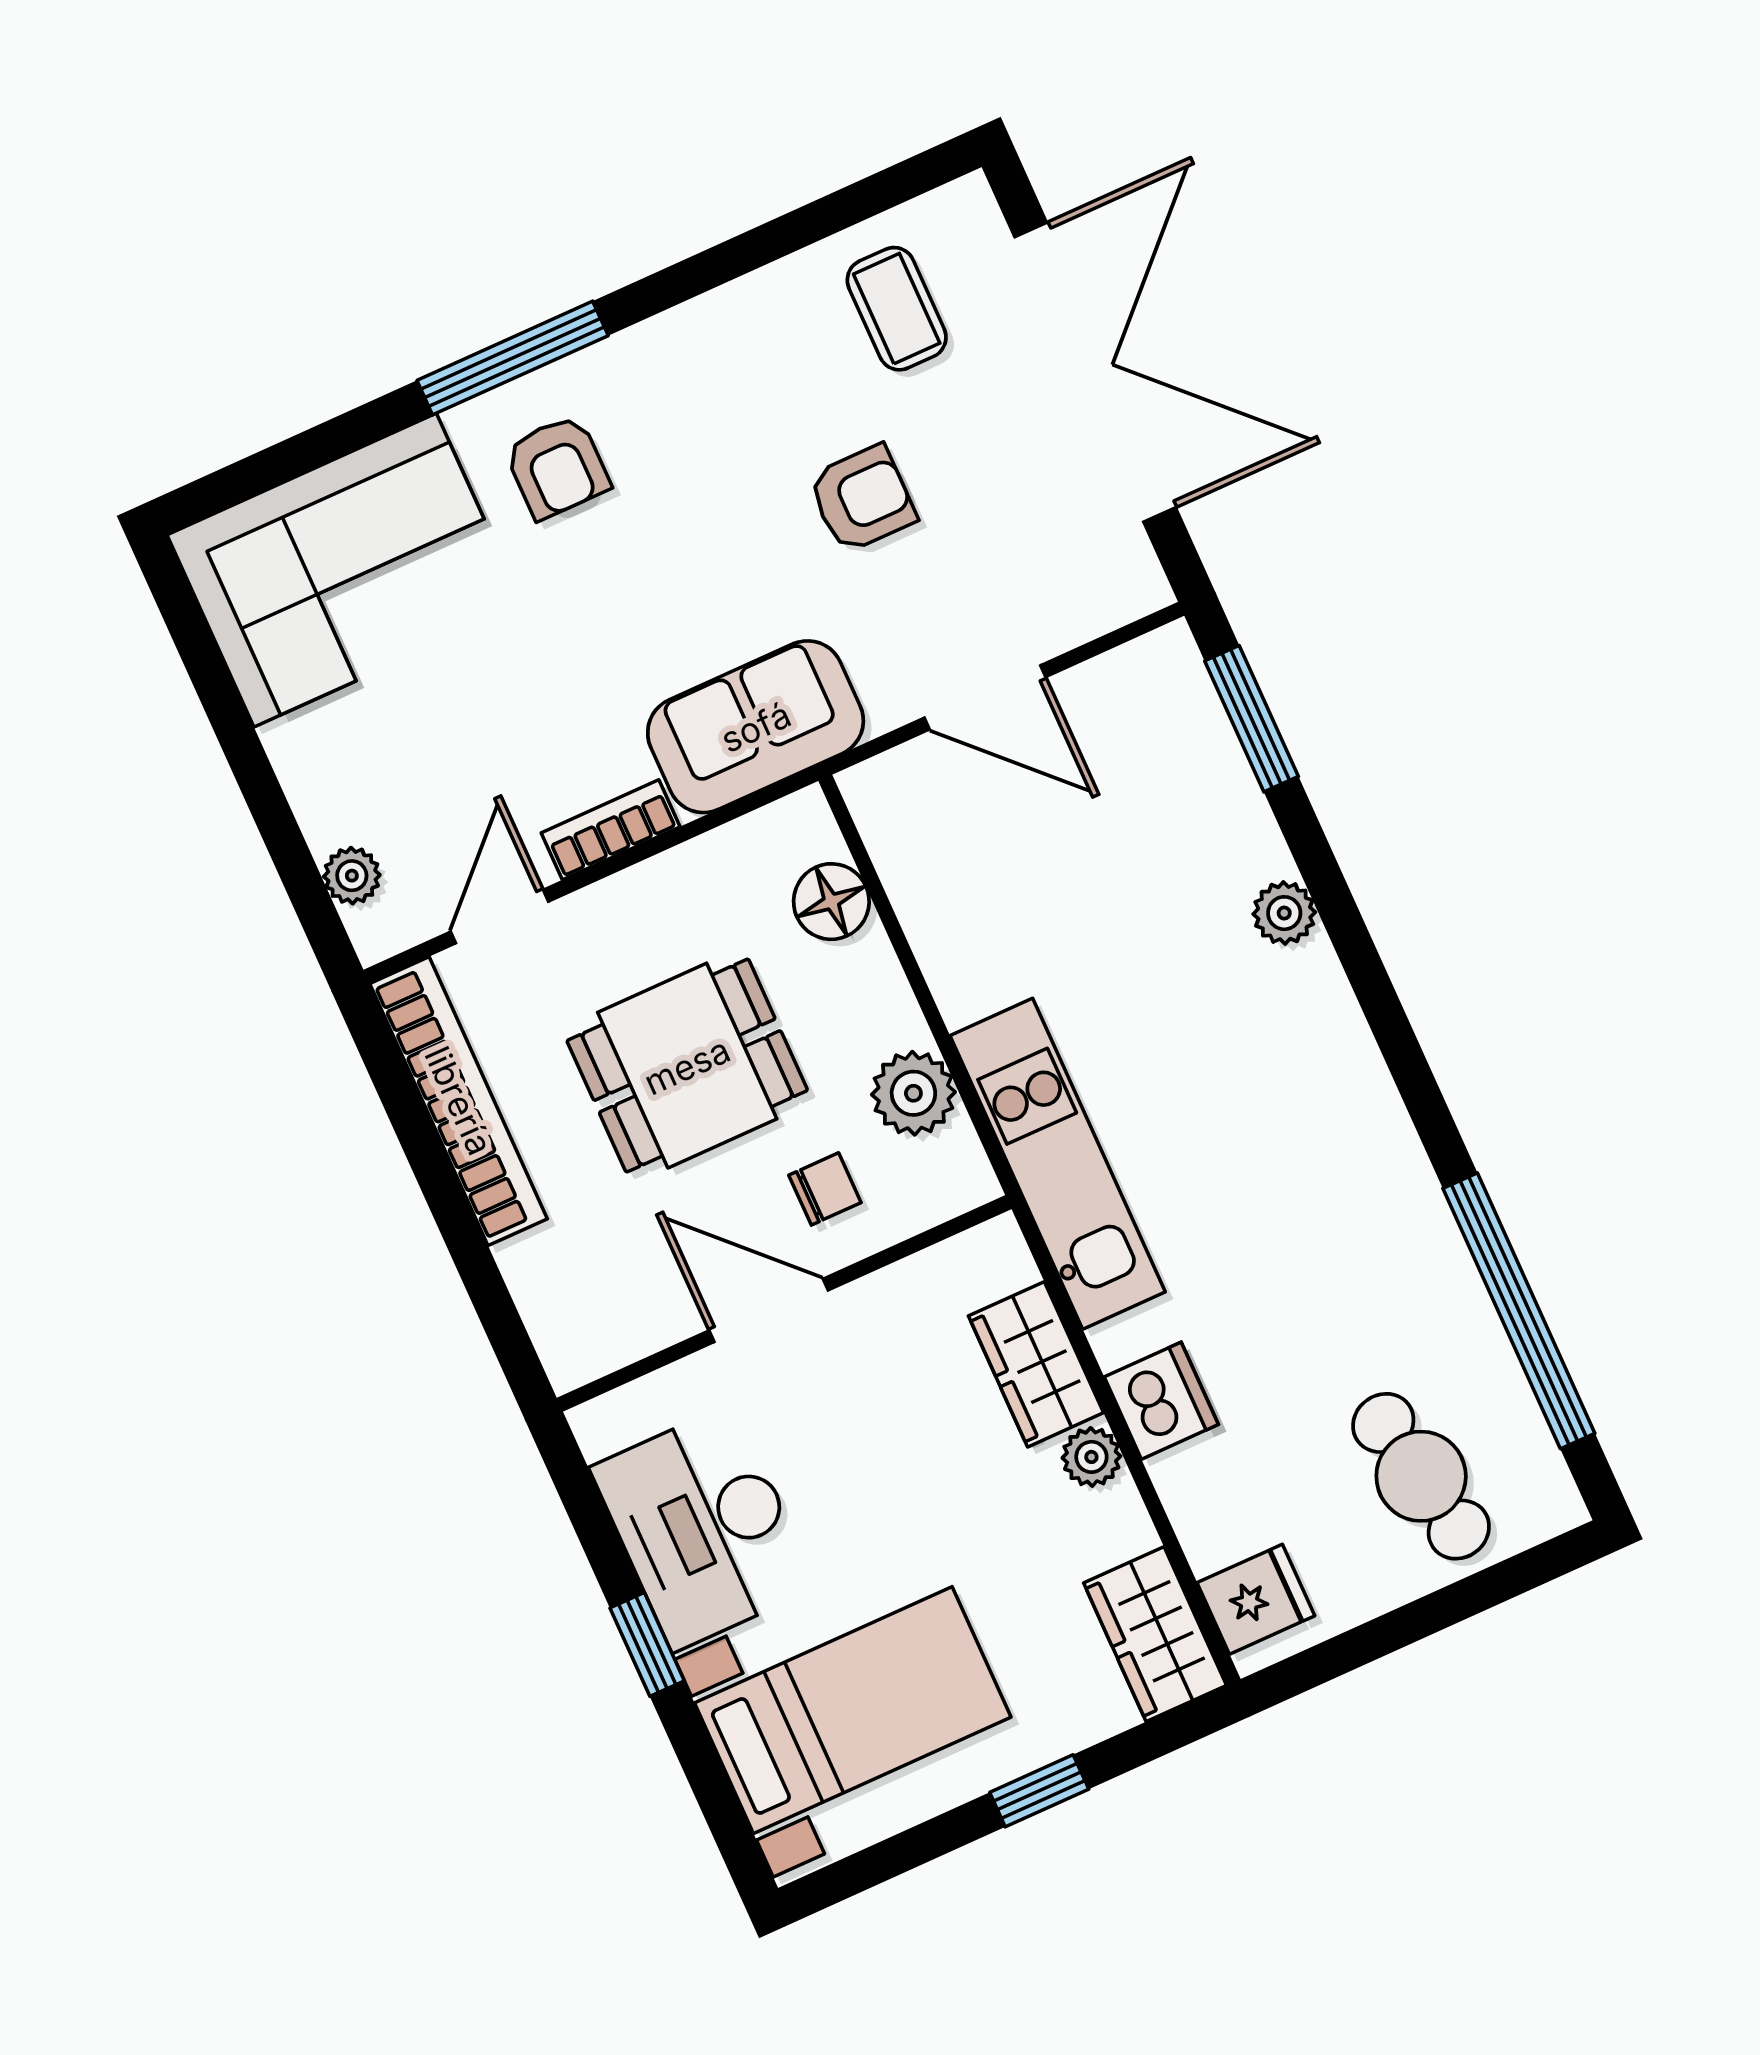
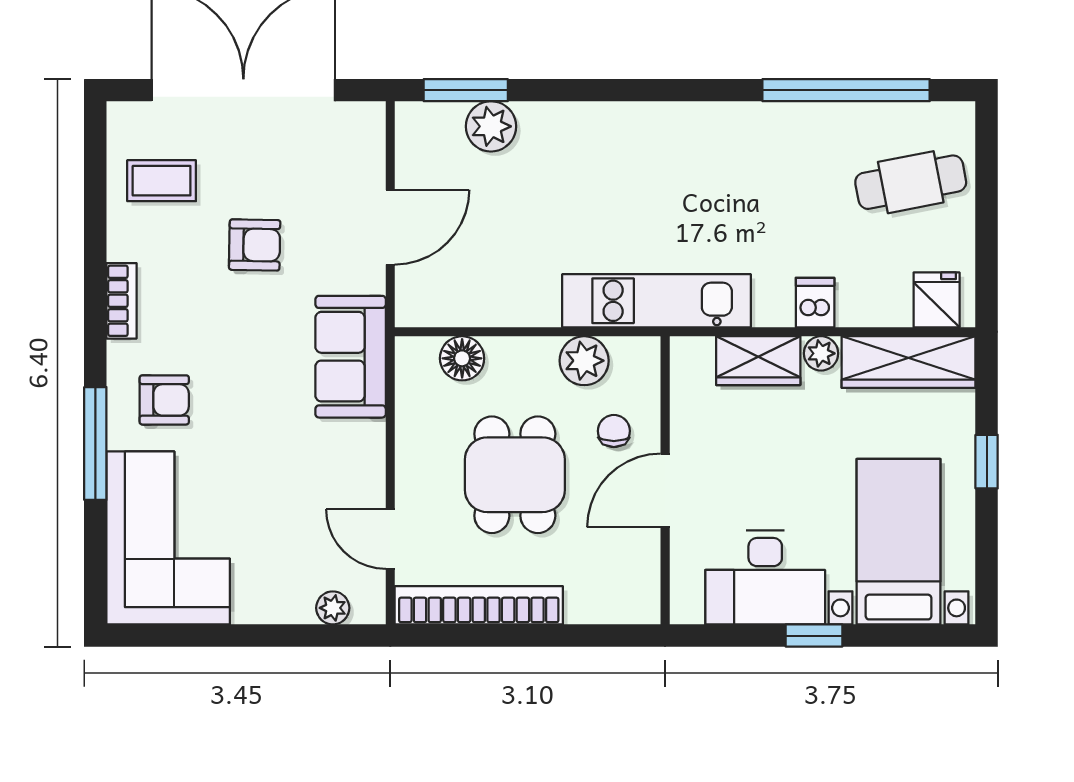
window: (513, 358) -> (95, 444), moved
armchair: (862, 499) -> (255, 245), turned 91
bookcase: (611, 830) -> (122, 301), moved, turned 180
plant: (1284, 913) -> (491, 126), moved, width x1.38, depth x1.38
dishwasher: (1161, 1401) -> (815, 303), width x0.73
wardrobe: (1155, 1634) -> (909, 362), width x1.50

